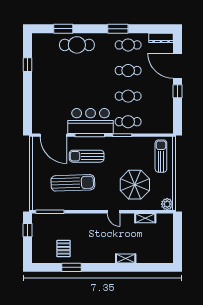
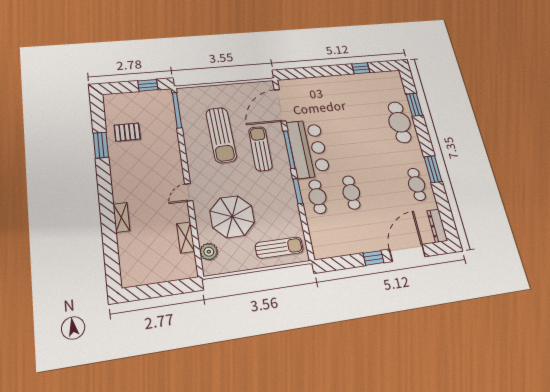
cafe table: (128, 71) -> (384, 188), removed
plant: (167, 204) -> (209, 252), moved

